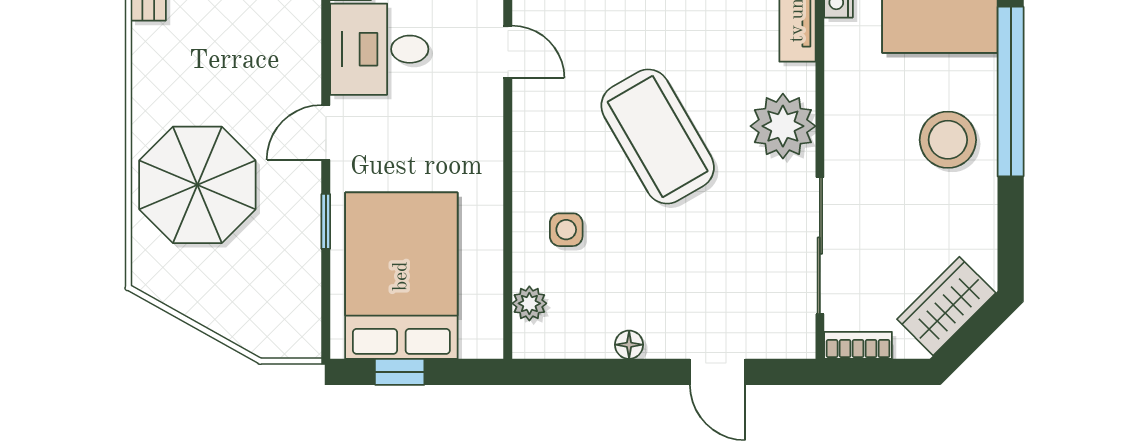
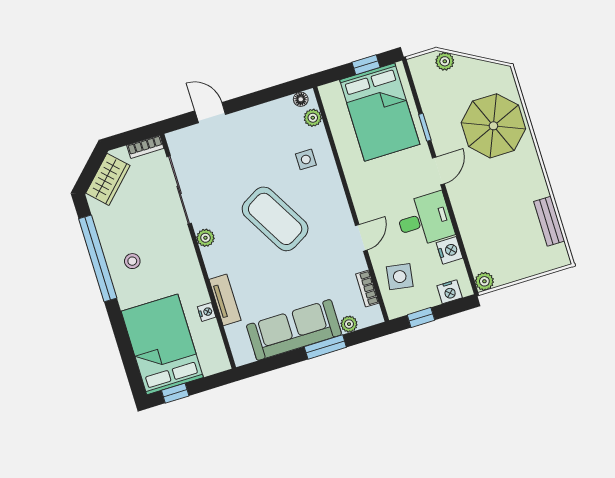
door: (508, 52) -> (361, 238), swing flipped
window: (1011, 92) -> (98, 258), moved
plant: (783, 126) -> (205, 238), width x0.53, depth x0.53
stool: (948, 140) -> (132, 261), width x0.53, depth x0.53
plant: (251, 333) -> (445, 61), added
floor lamp: (629, 345) -> (301, 99), moved

